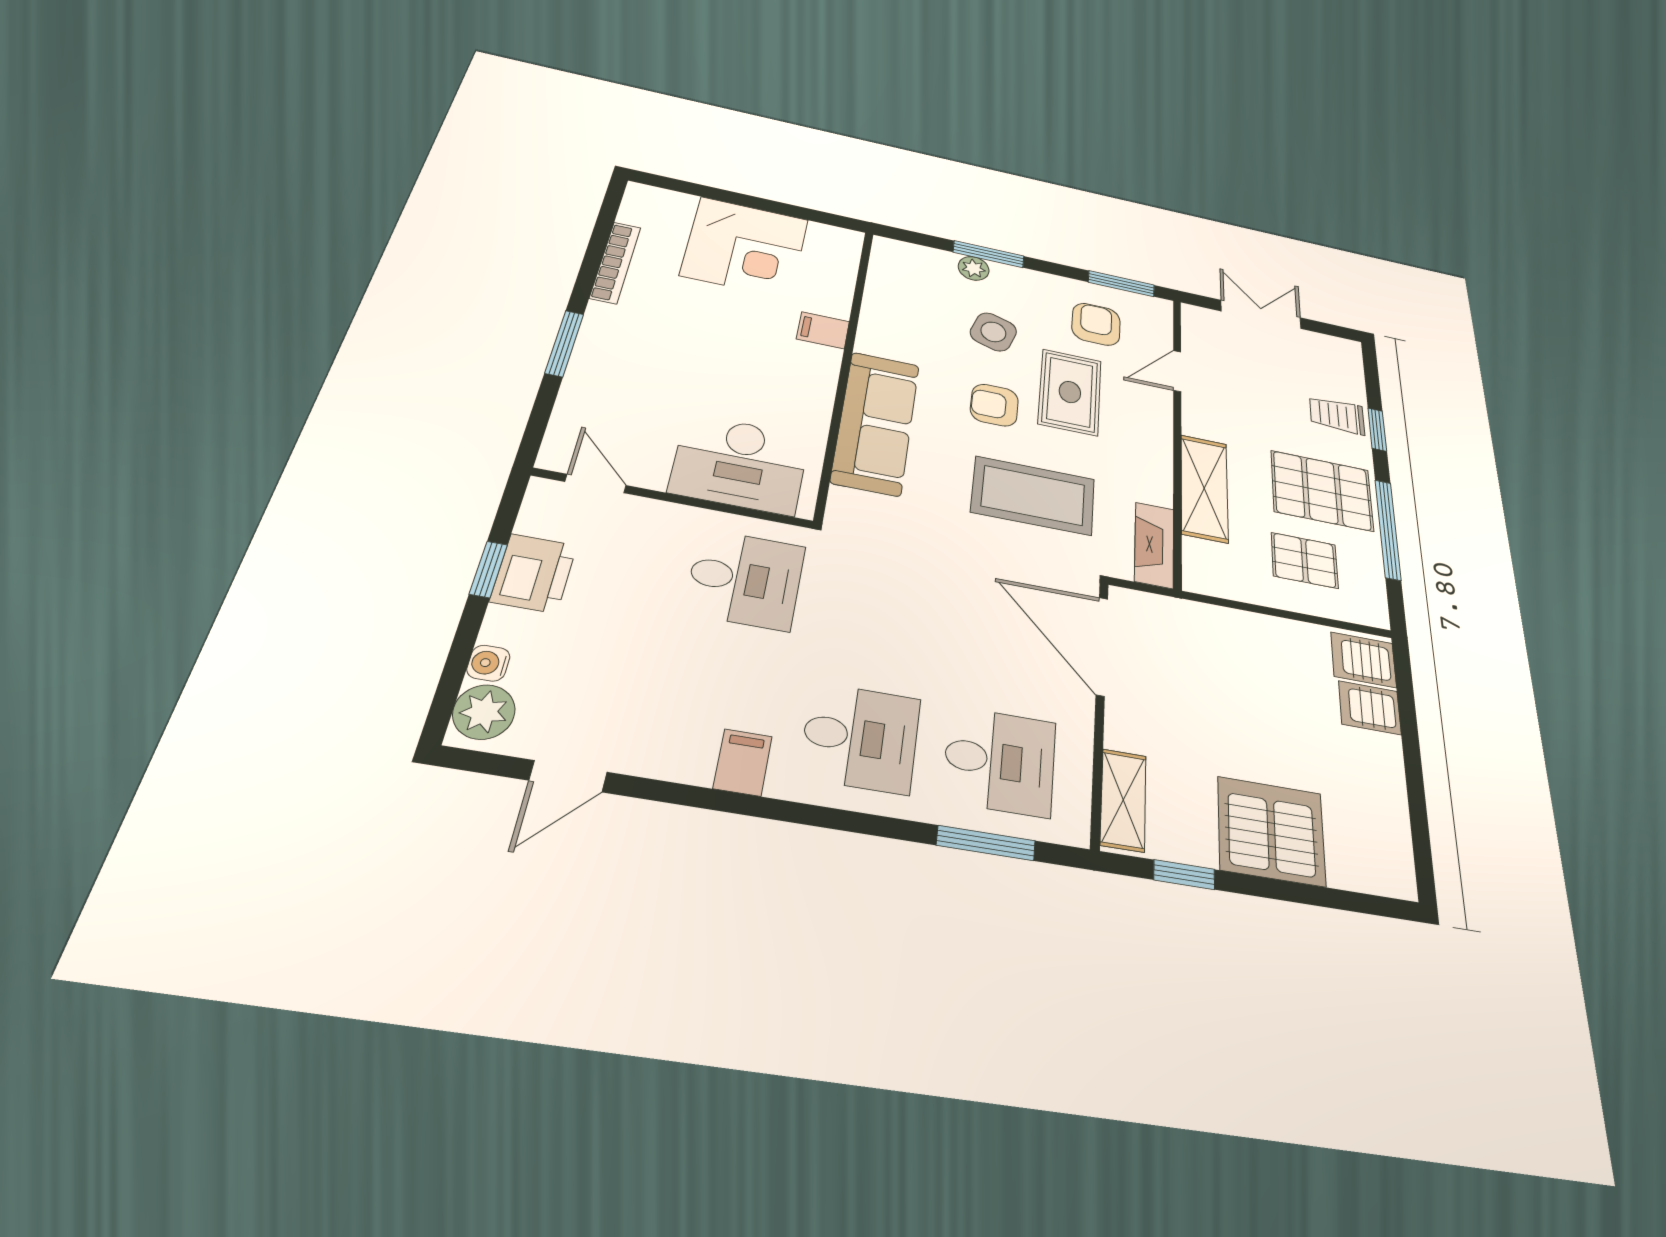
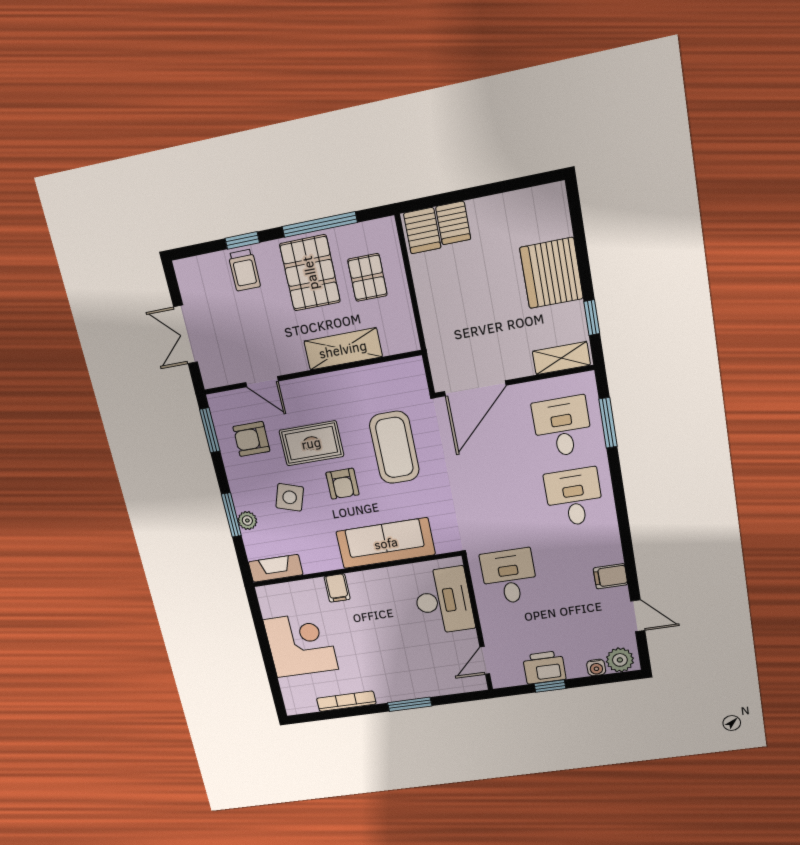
fireplace: (1154, 545) -> (276, 568), moved, turned 180
filing cabinet: (743, 762) -> (610, 576), moved

